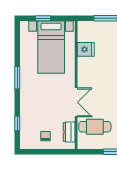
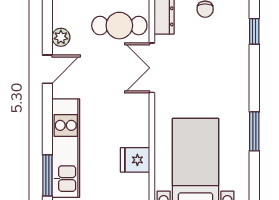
window: (17, 78) -> (254, 131), moved

